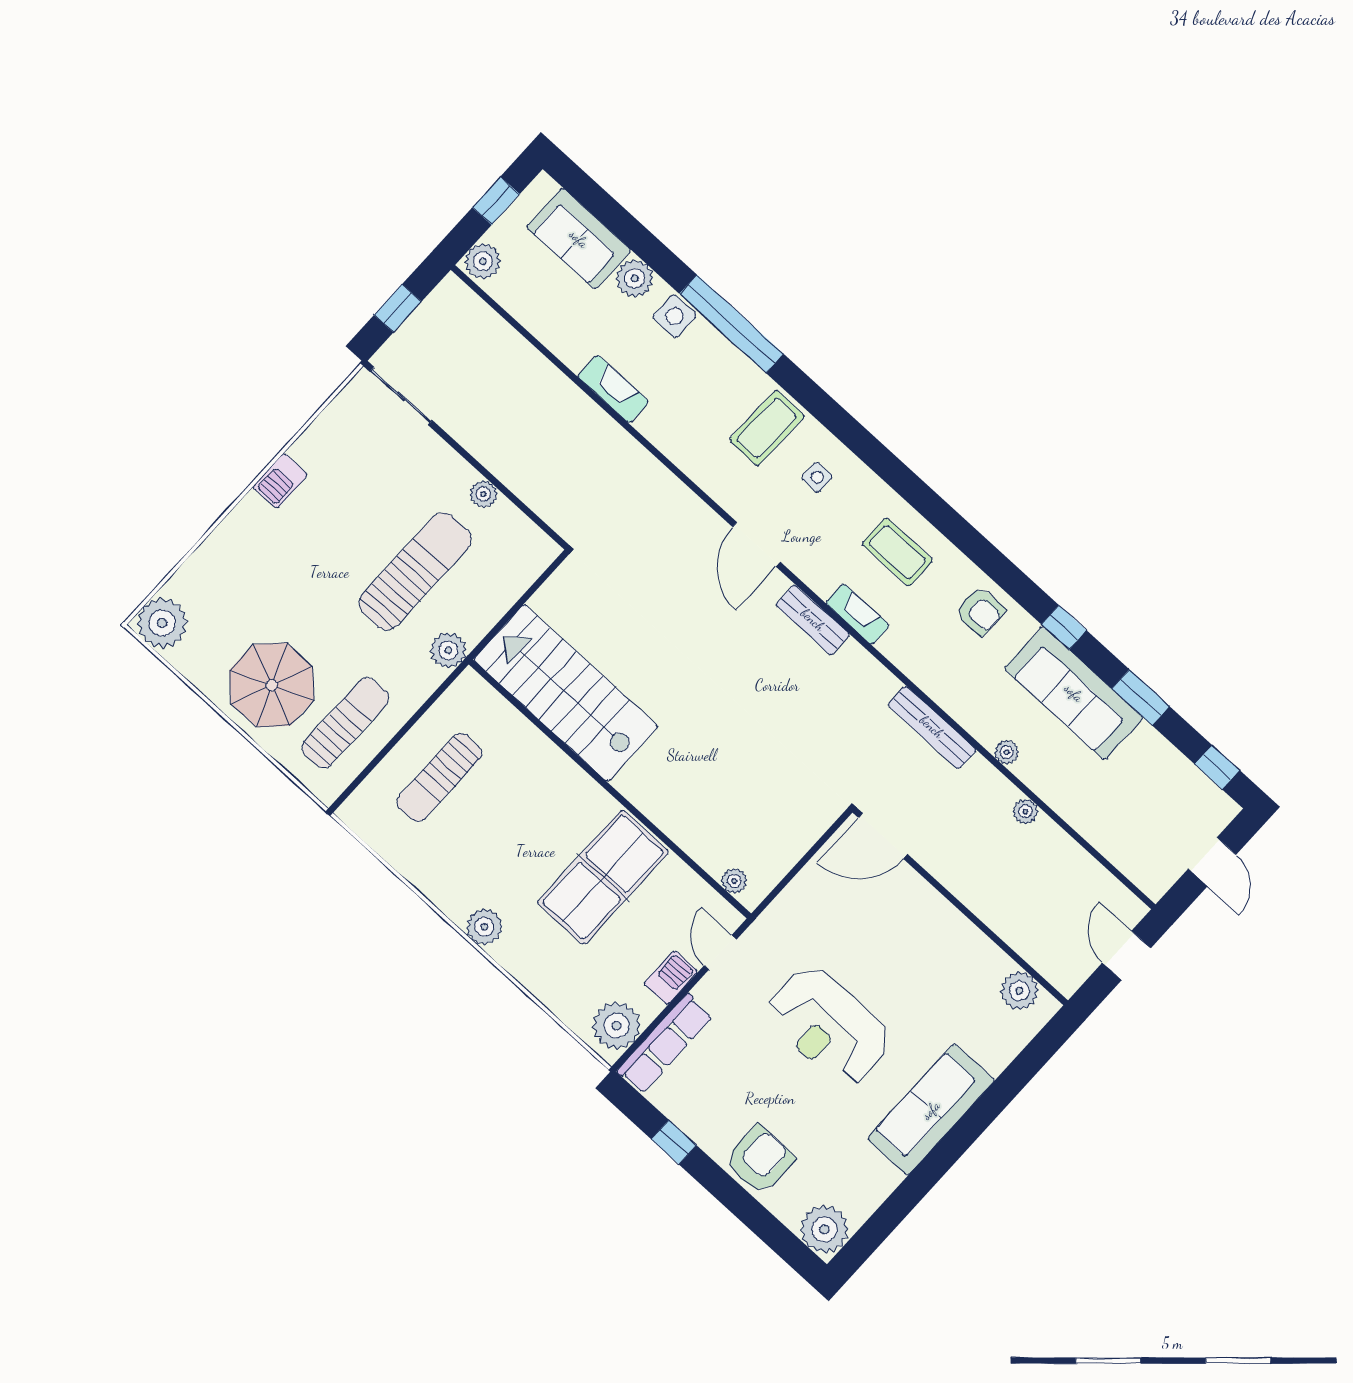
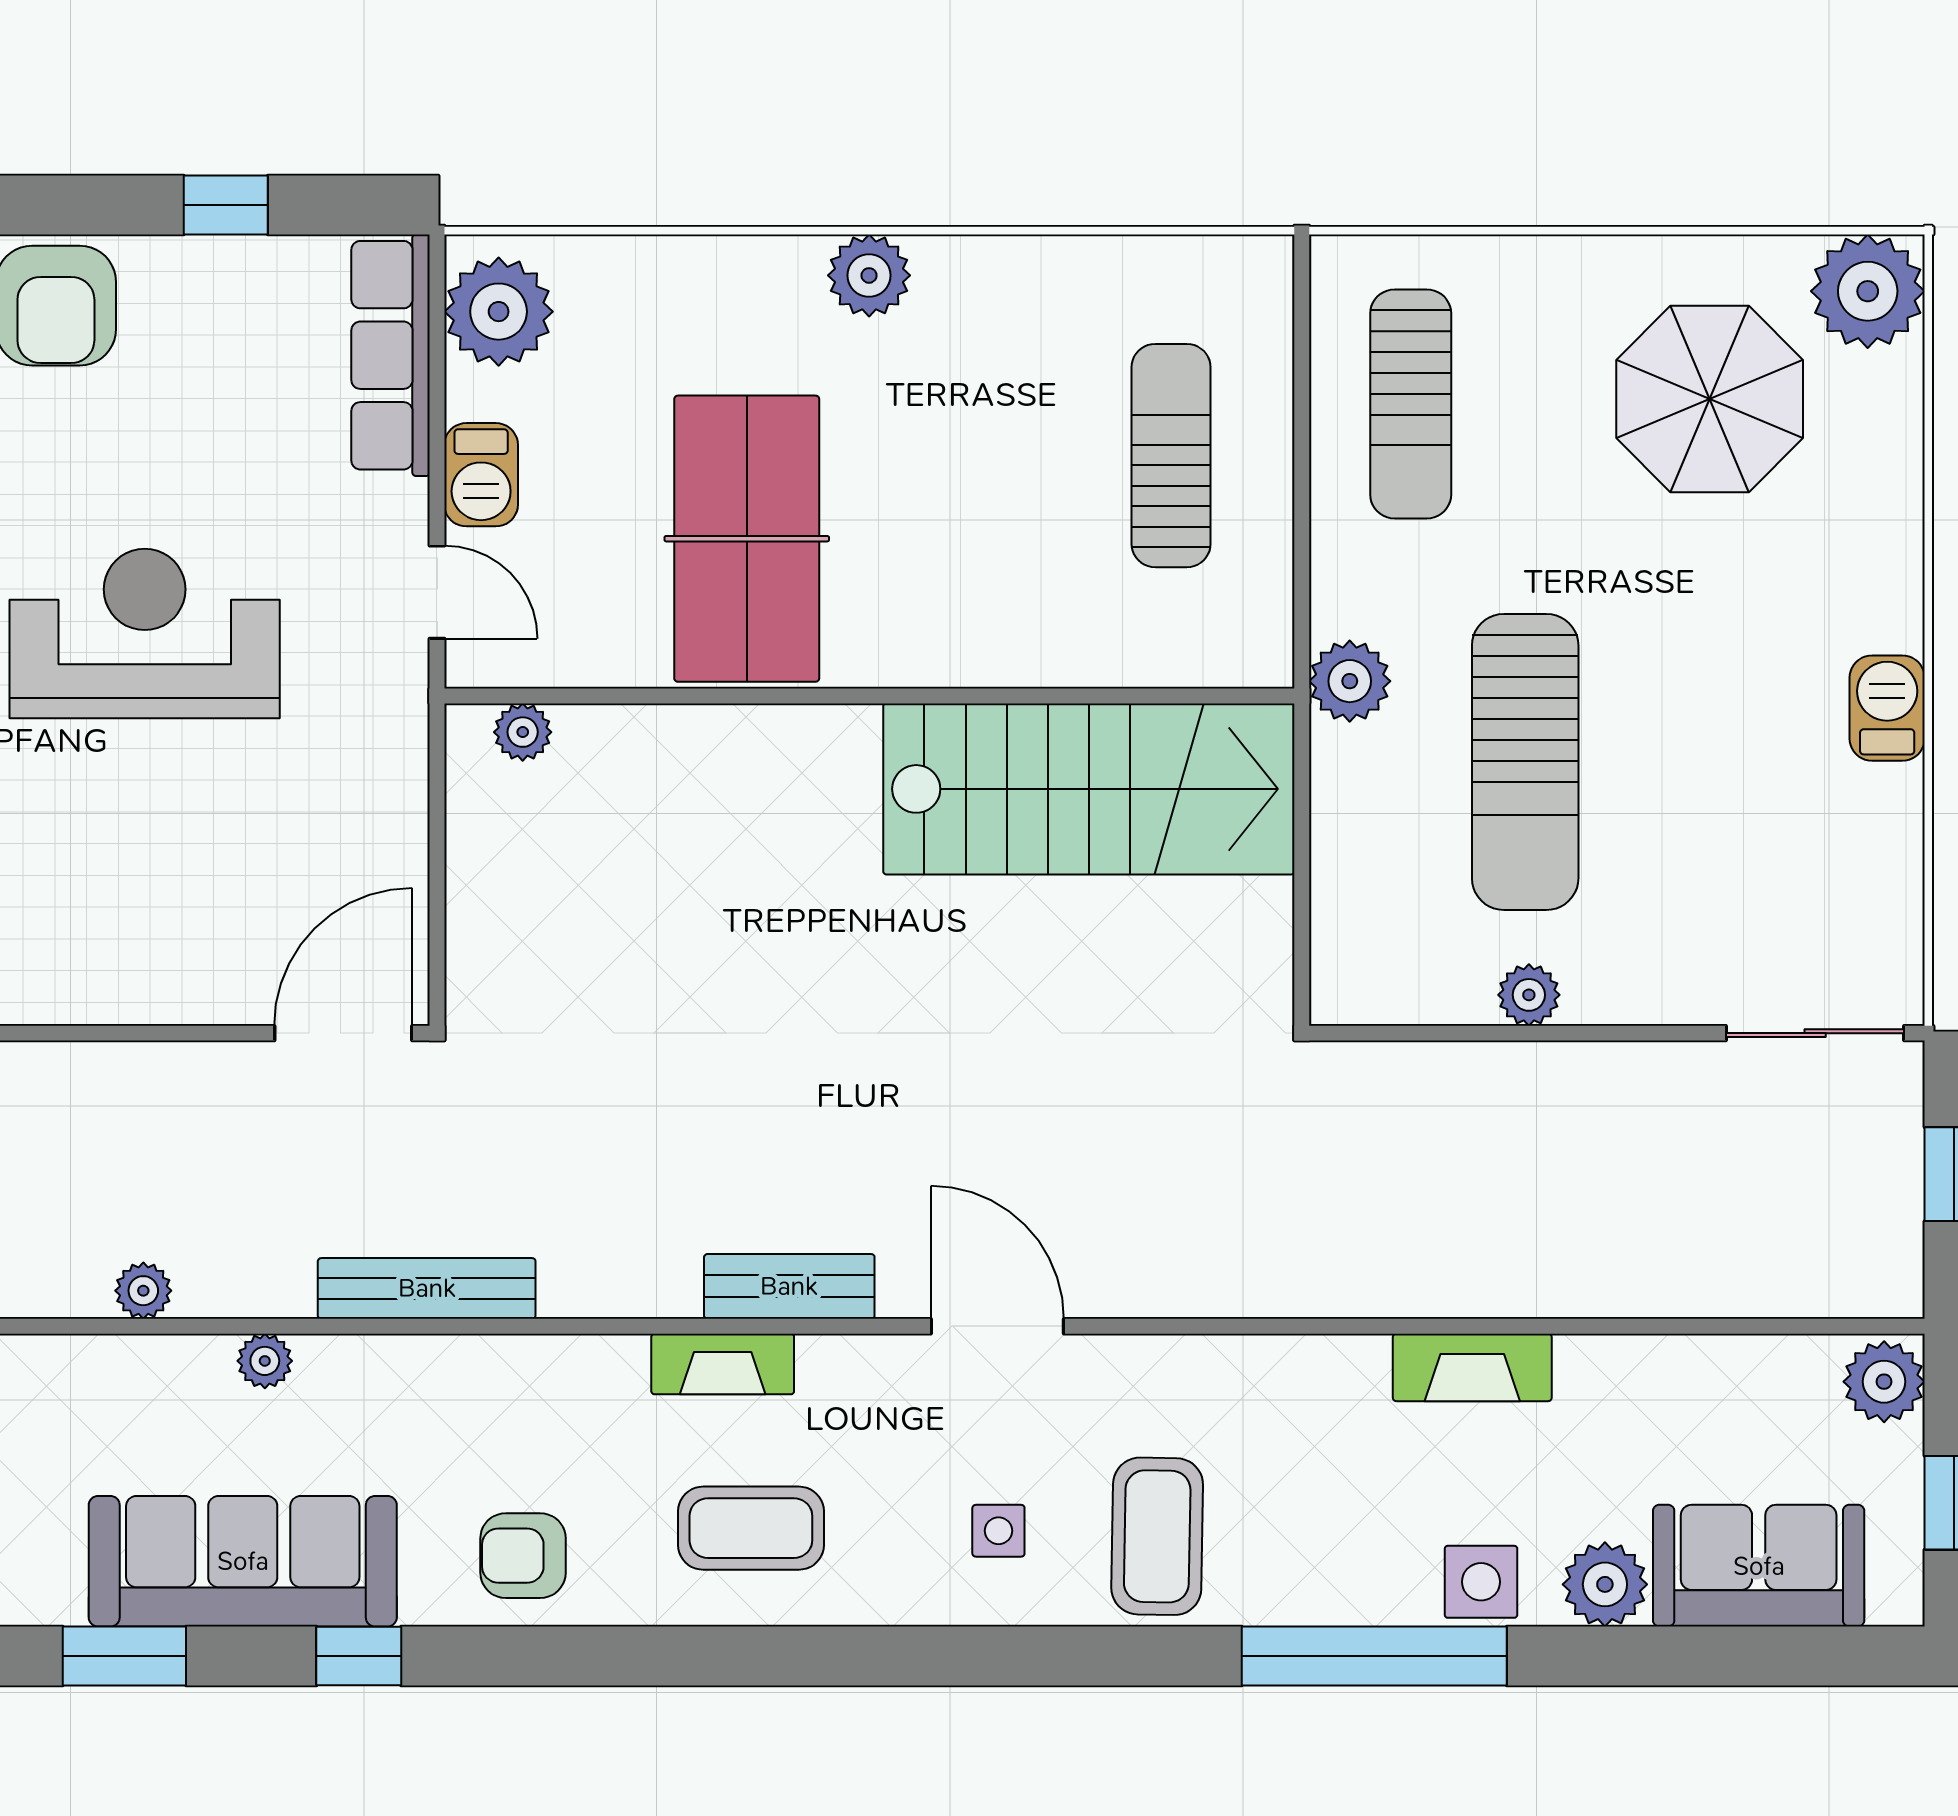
parasol: (272, 685) -> (1710, 399), moved

